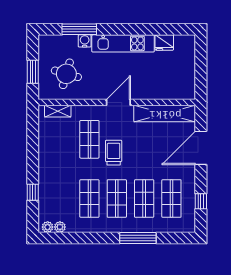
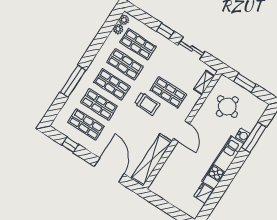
sliding door: (33, 144) -> (191, 48), added
window: (33, 192) -> (165, 31), moved
shop shelf: (62, 199) -> (138, 44), added

